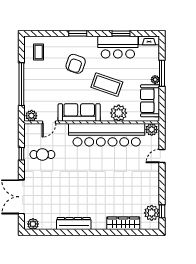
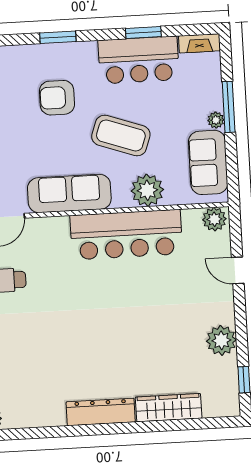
armchair: (76, 64) -> (57, 98), turned 71
bar counter: (107, 135) -> (126, 235), width x0.73
door: (162, 156) -> (238, 270), hinge flipped
plant: (152, 213) -> (221, 340), moved
dresser: (74, 224) -> (101, 412), moved

